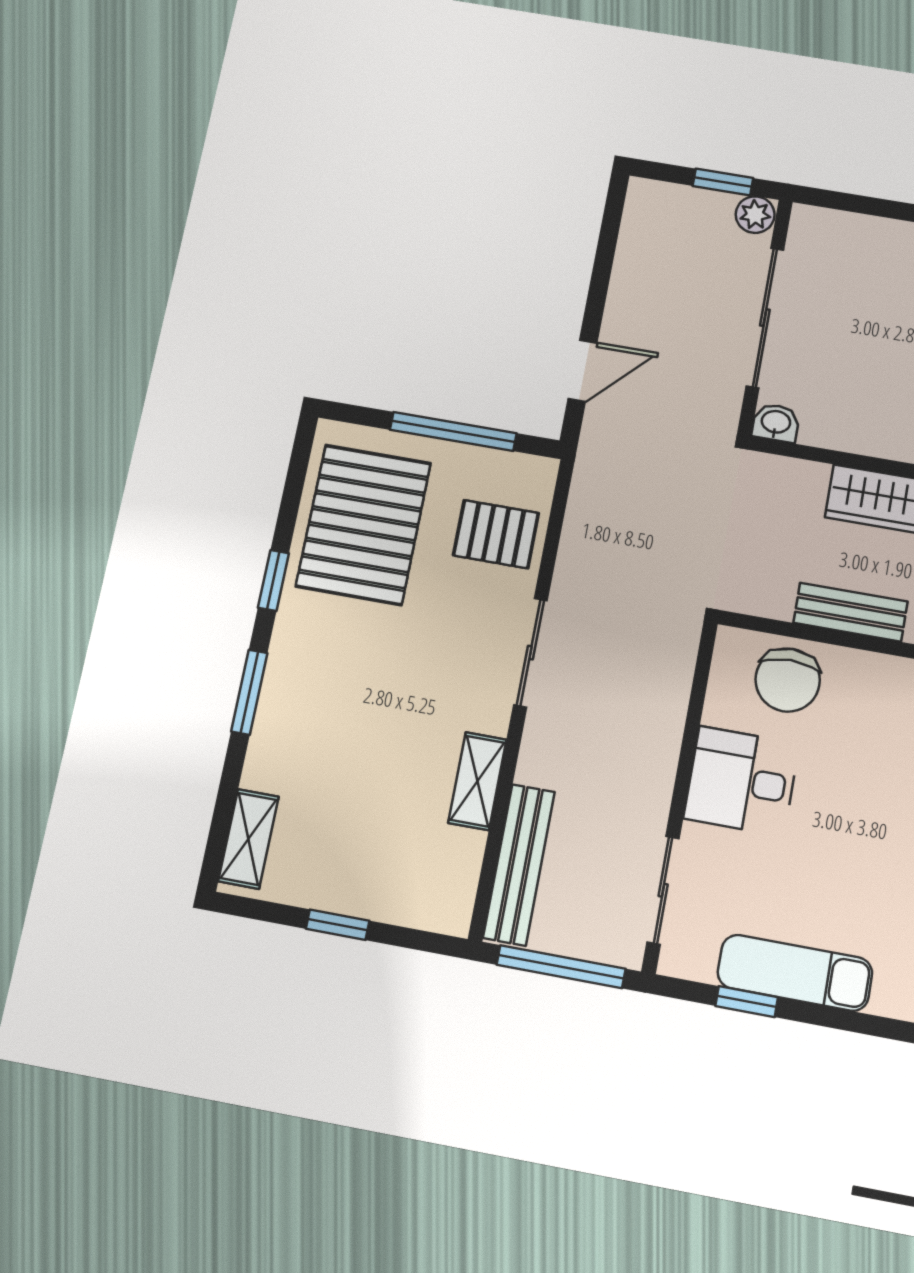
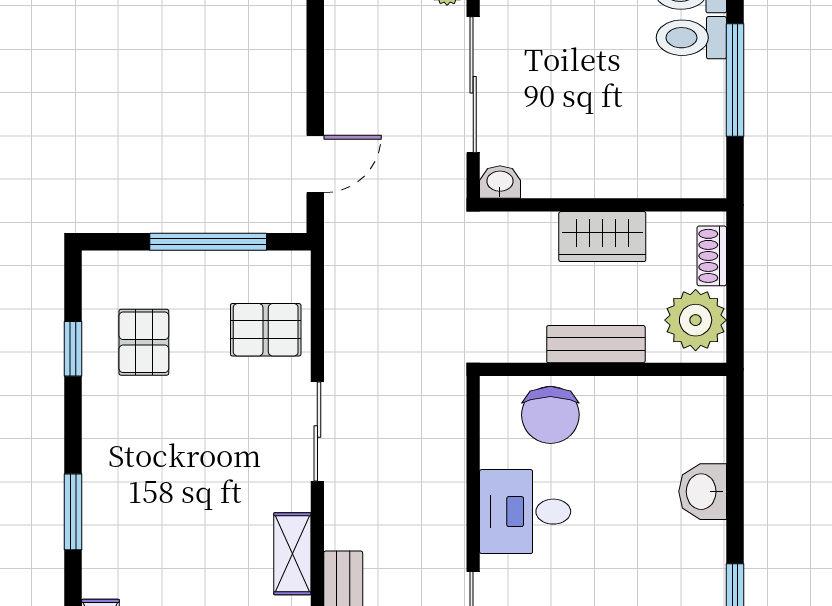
pallet: (363, 525) -> (144, 342), width x0.49, depth x0.50
window: (273, 580) -> (73, 349), moved

